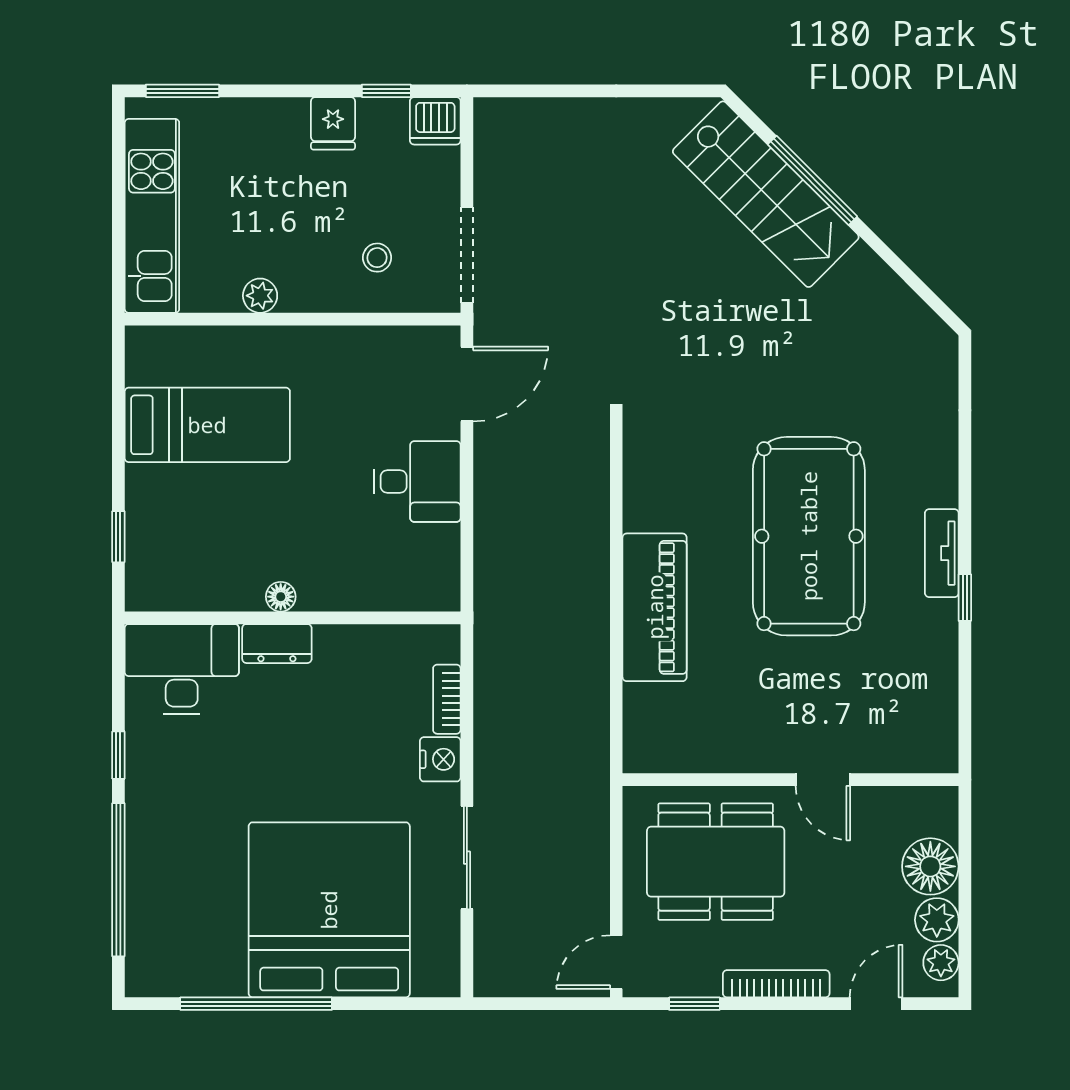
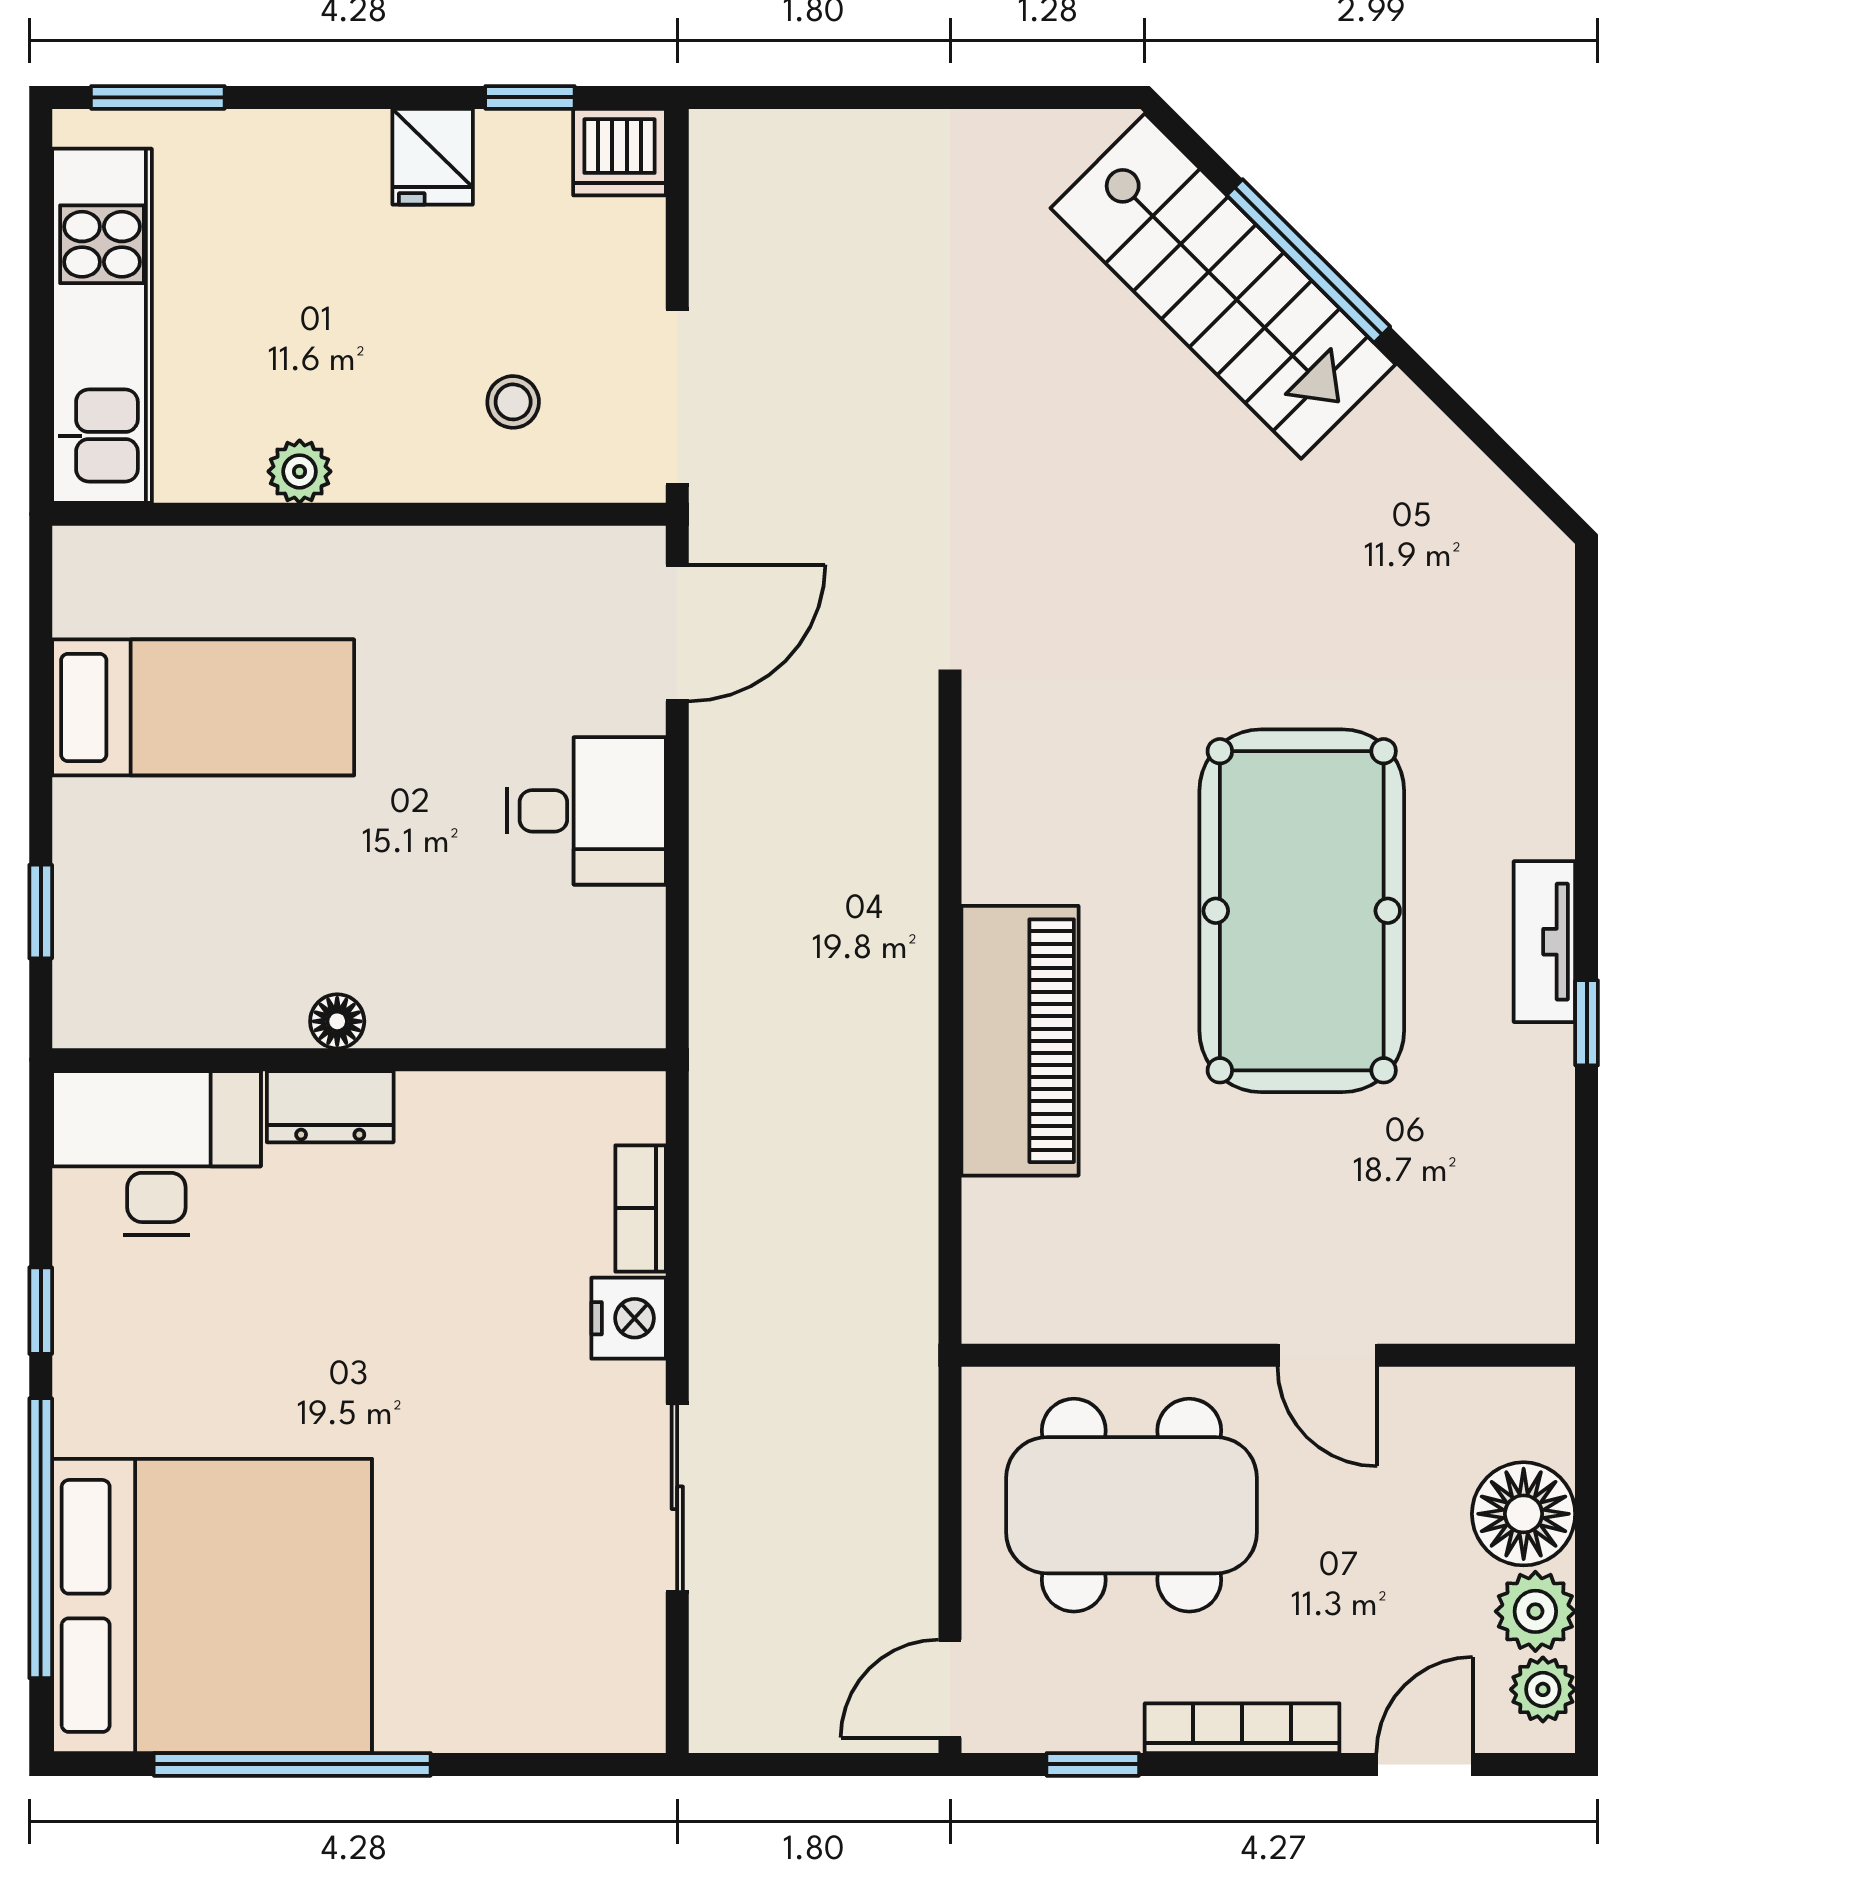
bed: (329, 910) -> (212, 1606), moved, turned 90

